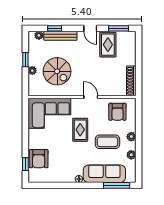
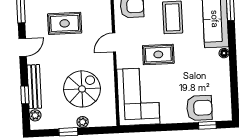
rug: (108, 45) -> (65, 23), moved

